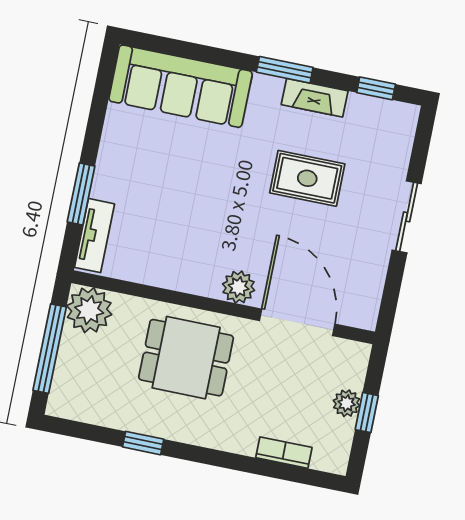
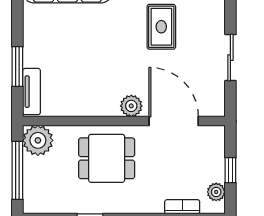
rug: (307, 178) -> (161, 27), turned 90
sliding door: (407, 217) -> (230, 58), moved
plant: (347, 403) -> (216, 192), moved

